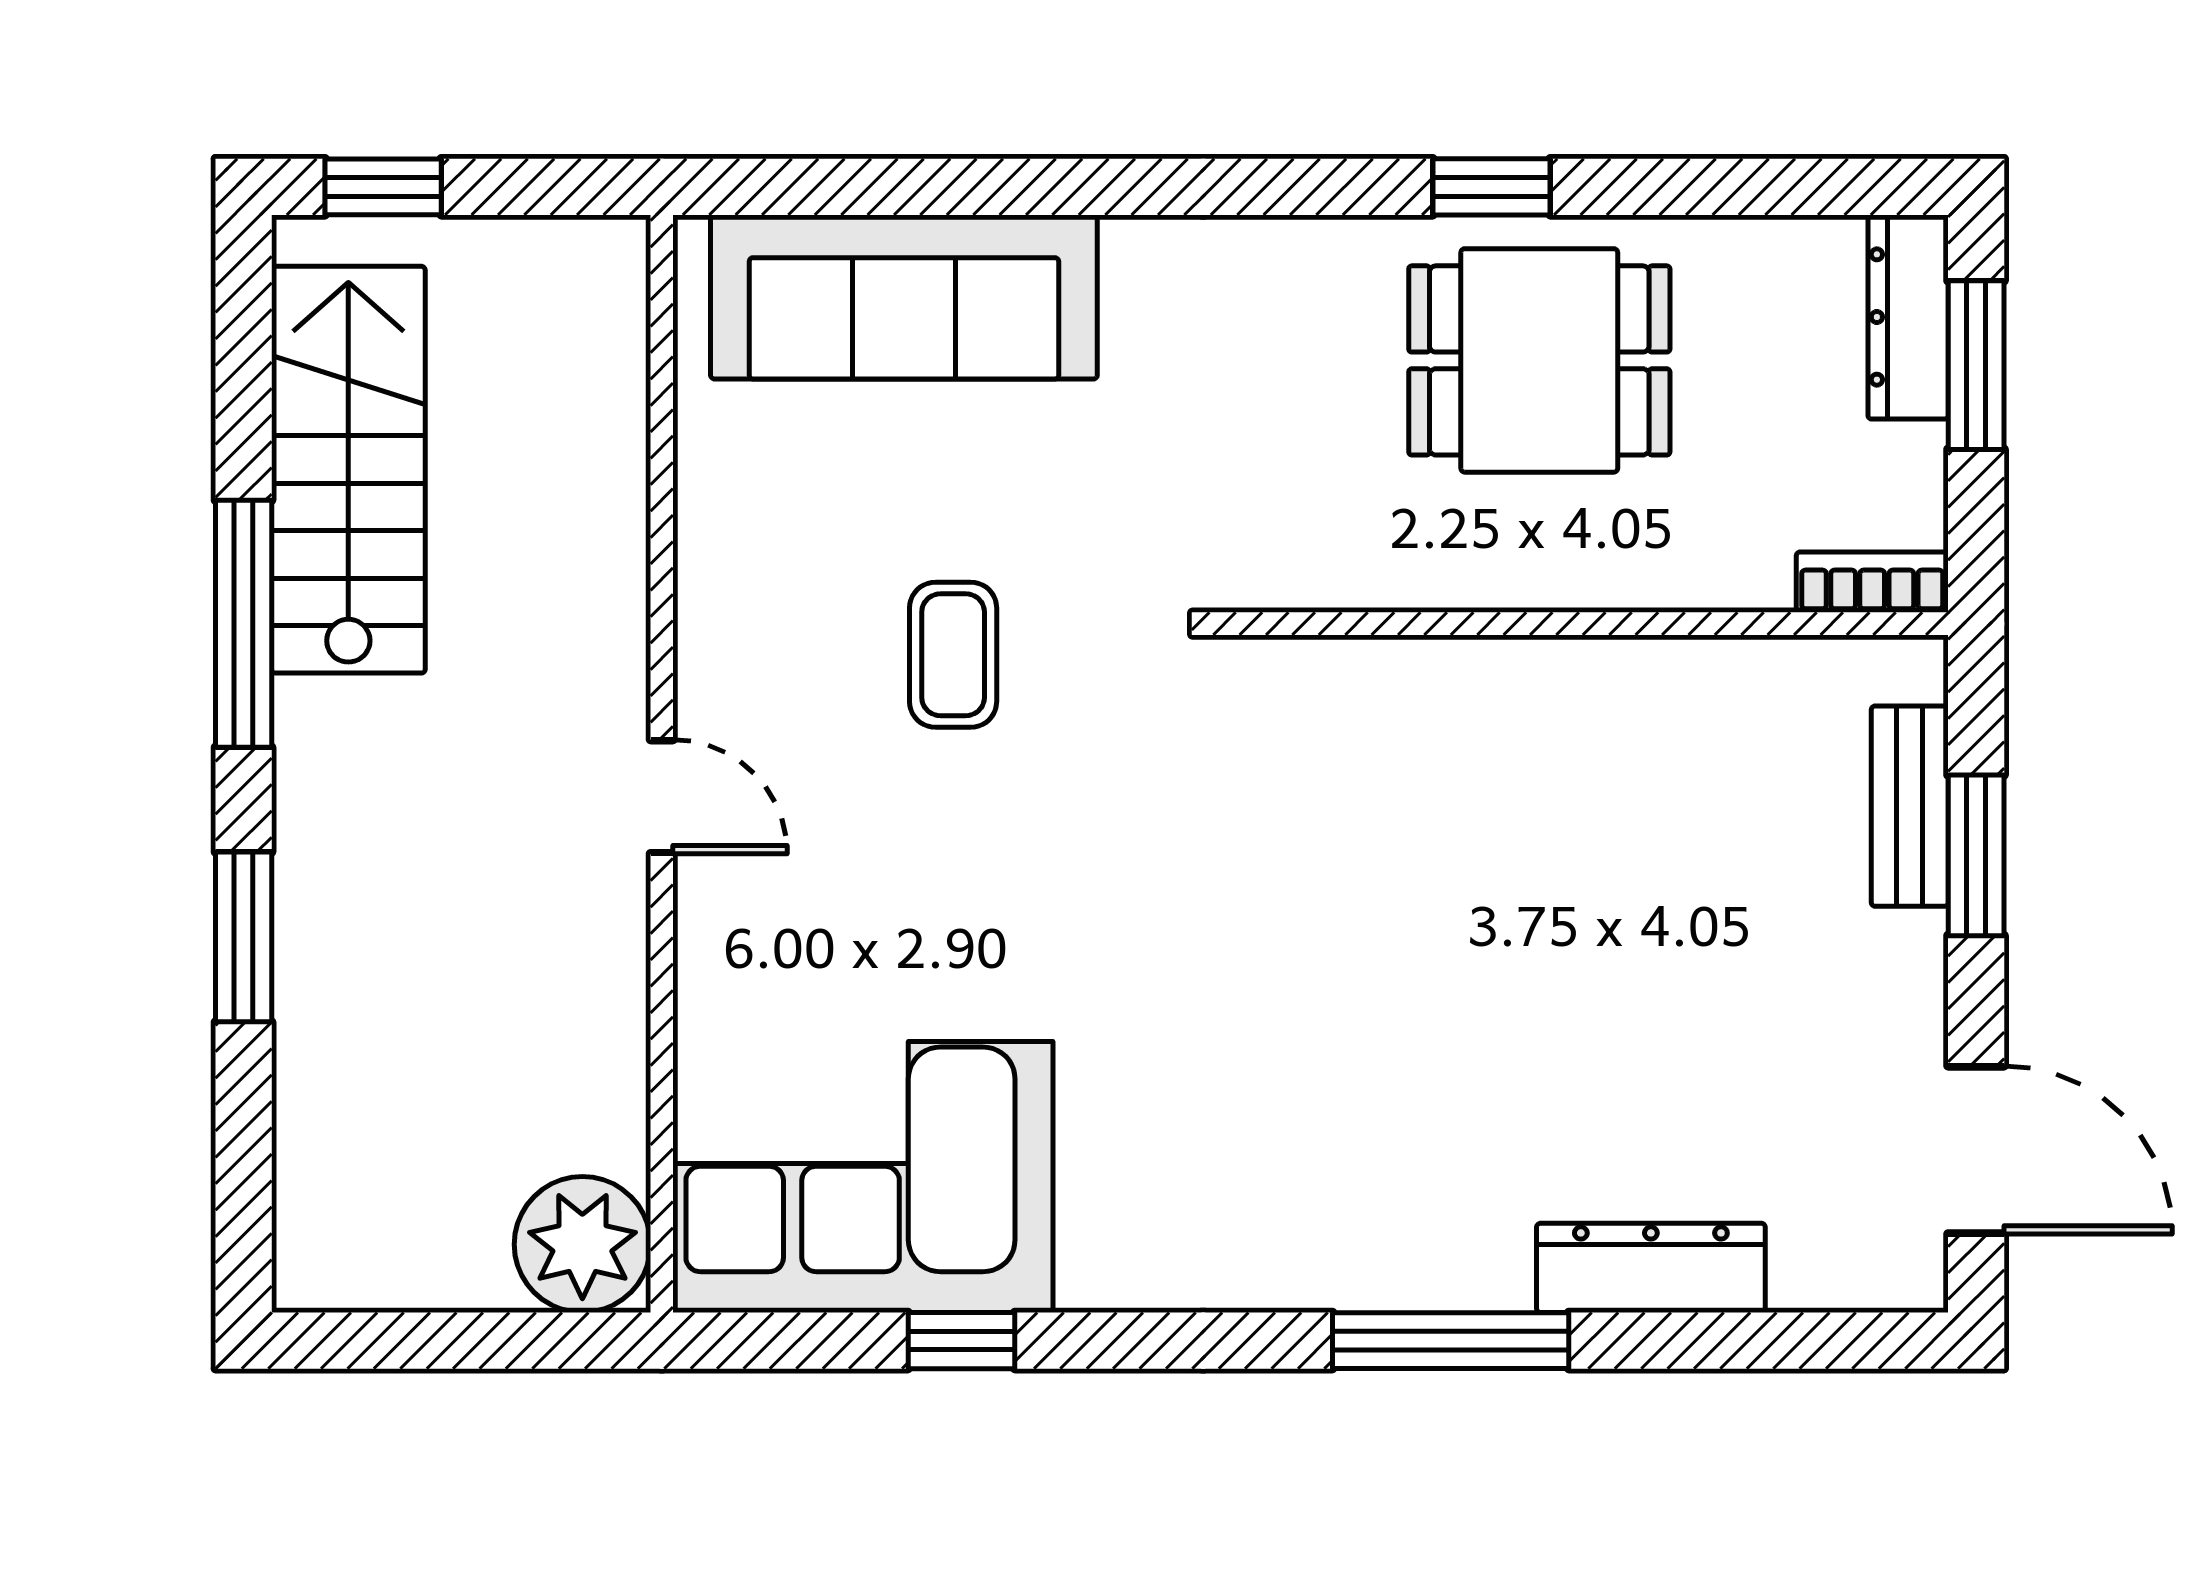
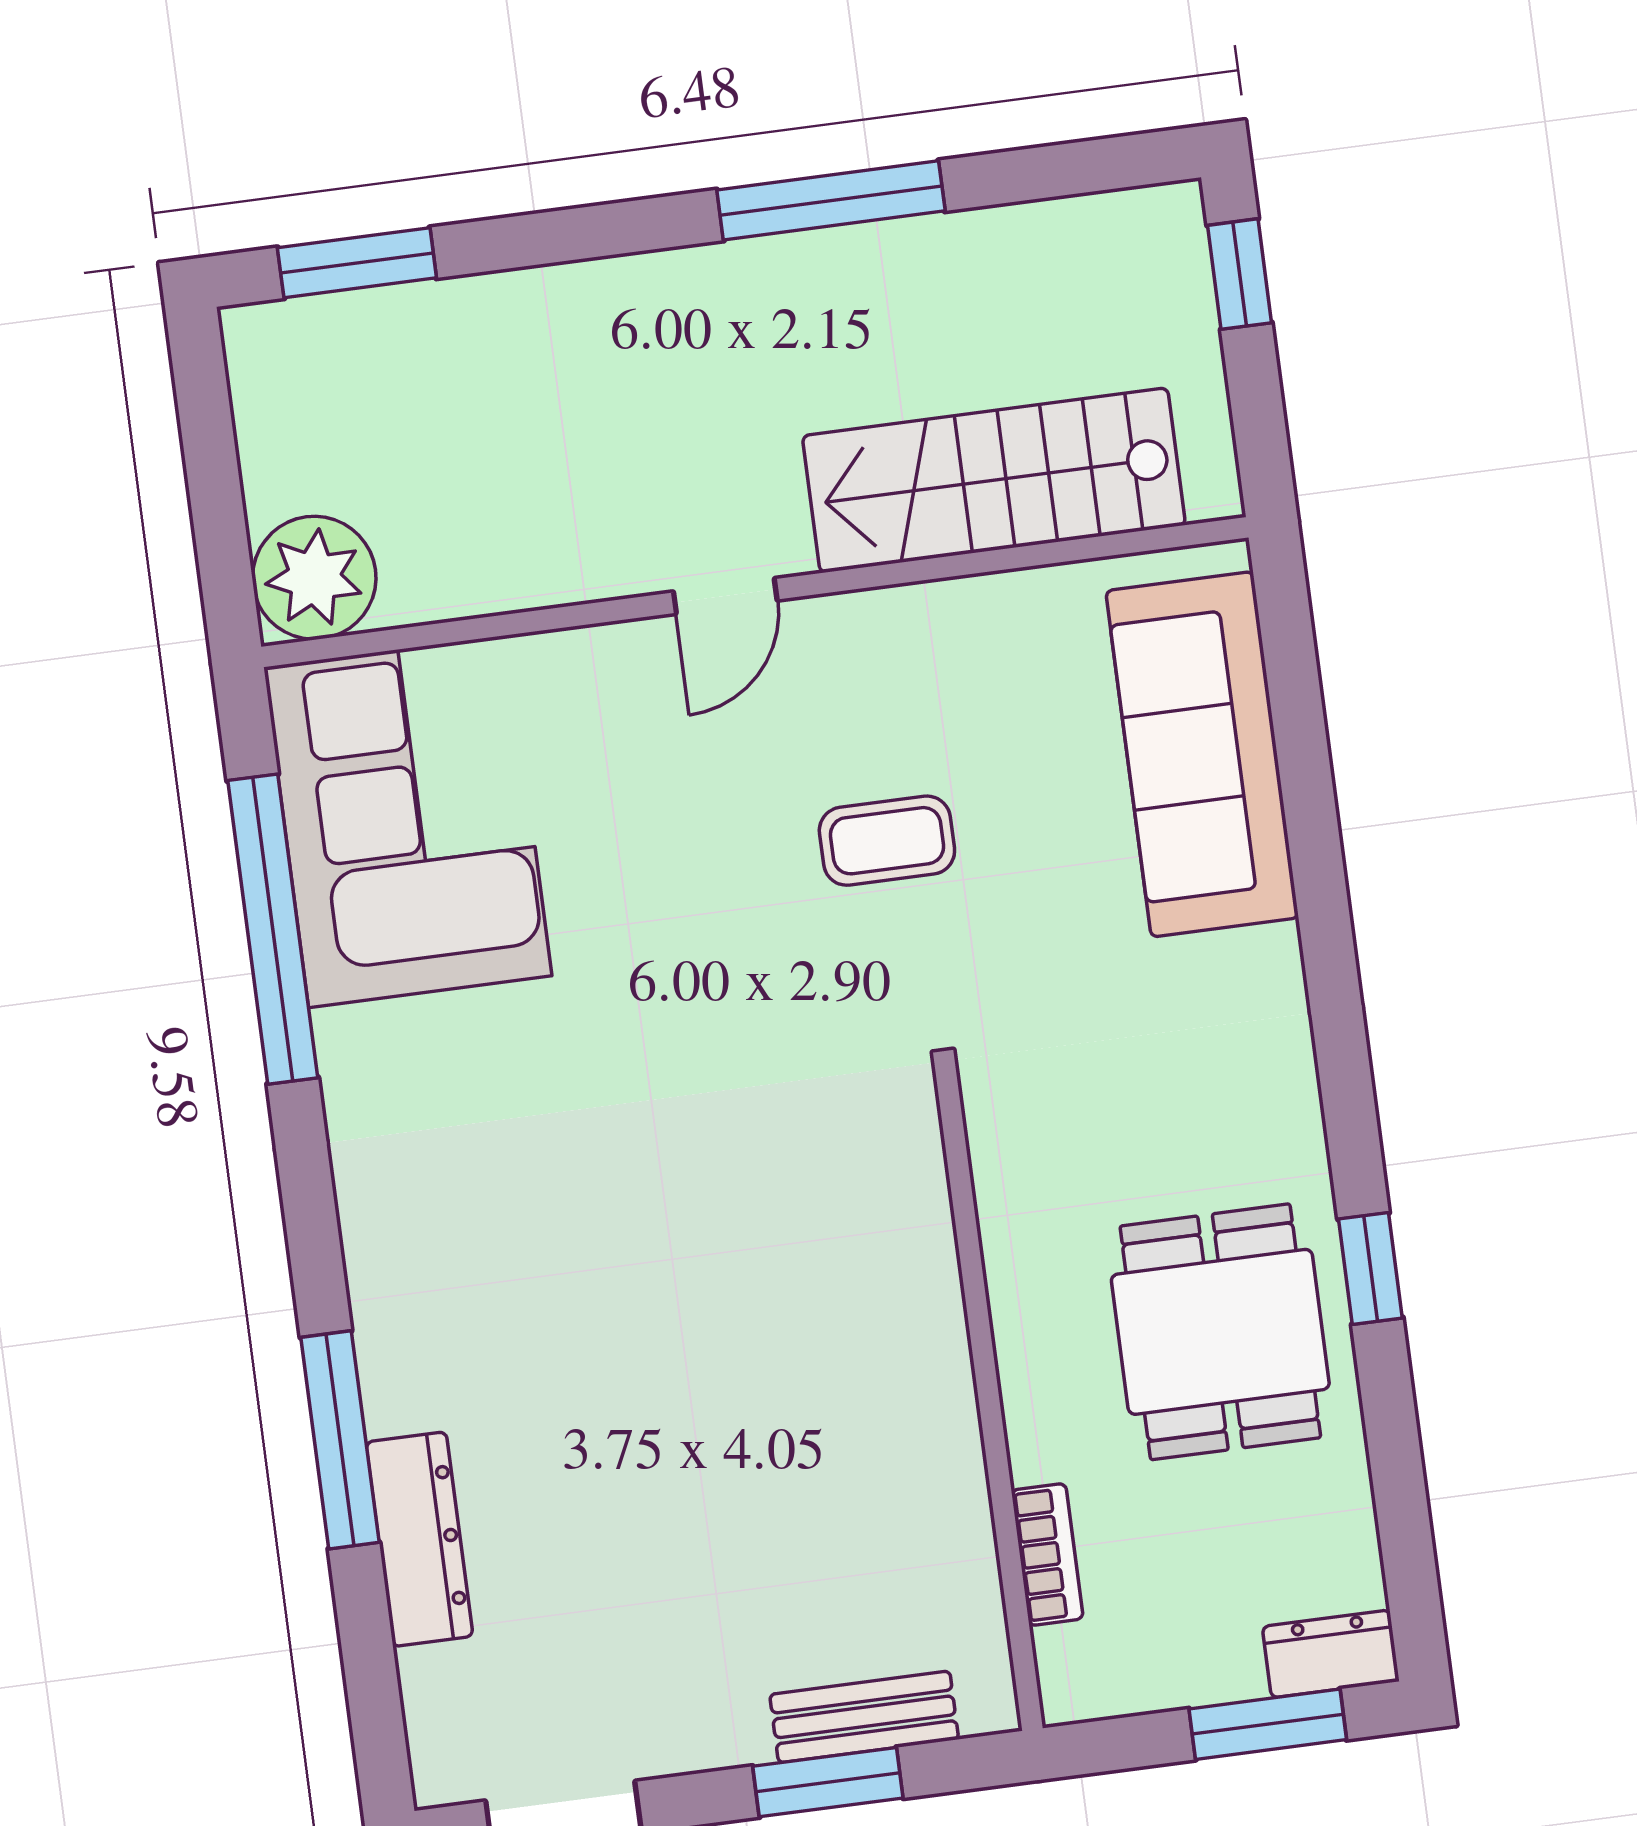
dresser: (1908, 317) -> (1331, 1654), width x0.70
stairs: (348, 470) -> (994, 480), moved, turned 180
bookcase: (1872, 582) -> (1047, 1554), moved
window: (244, 937) -> (357, 263), moved
window: (961, 1341) -> (273, 929), width x3.17
window: (1451, 1341) -> (340, 1440), moved

